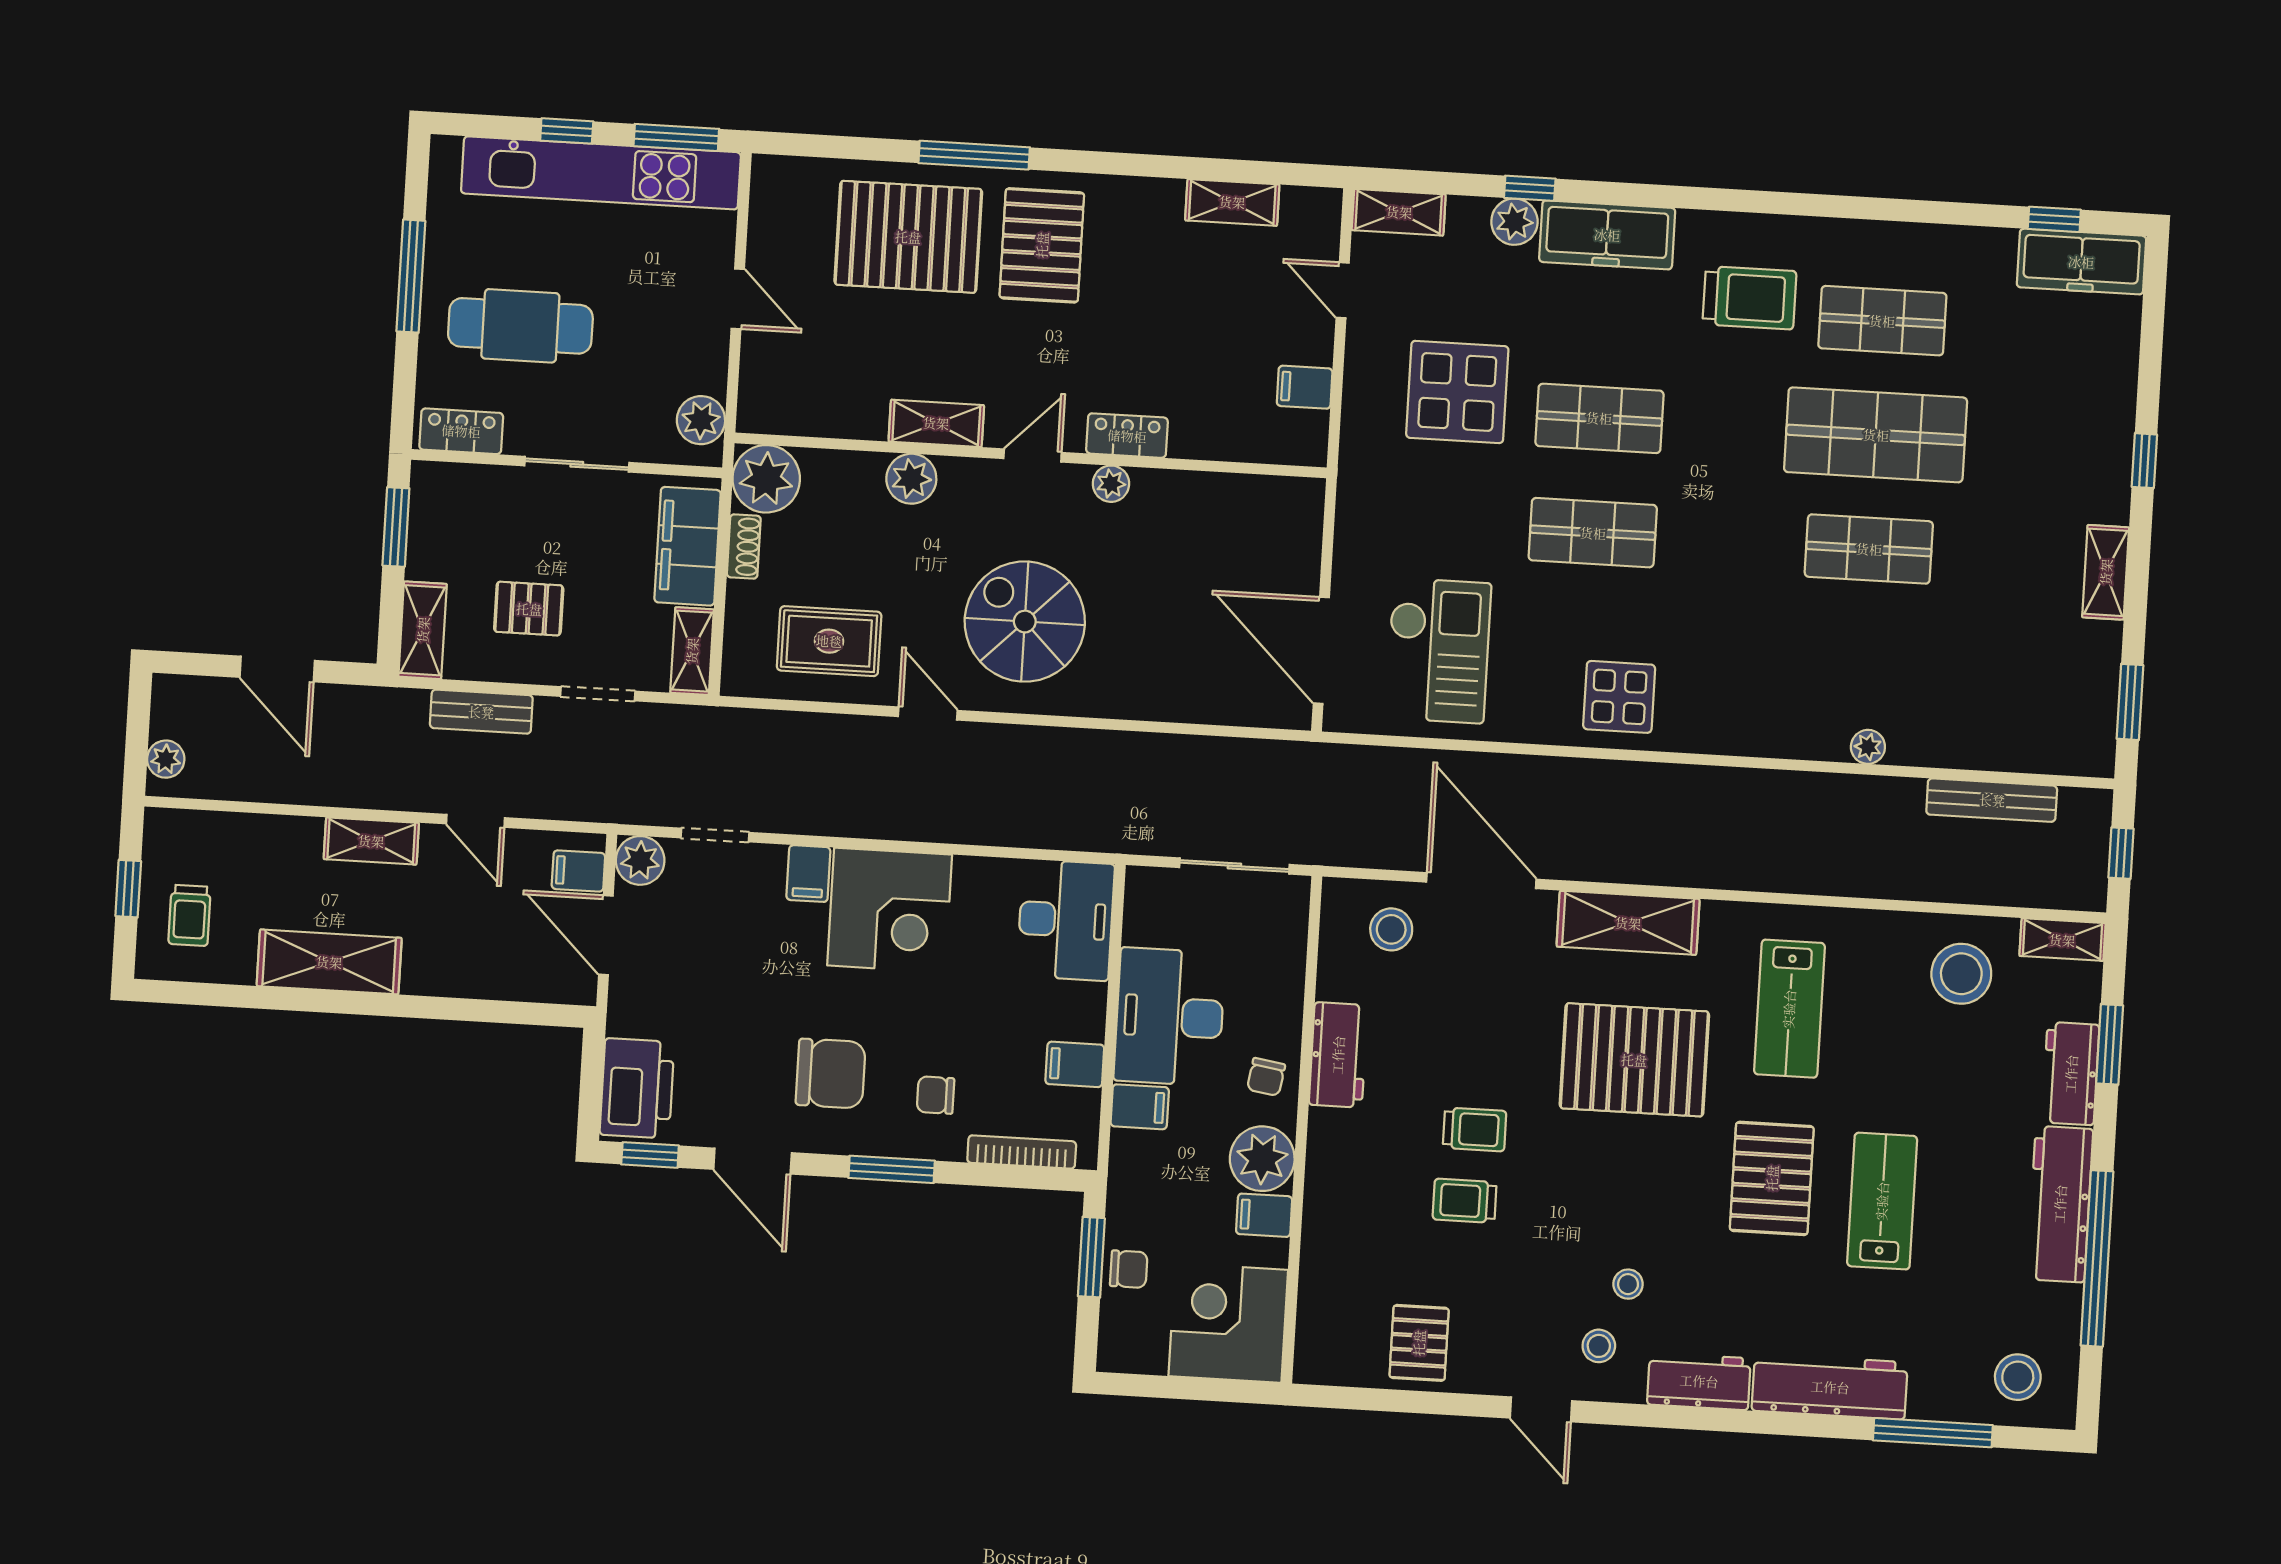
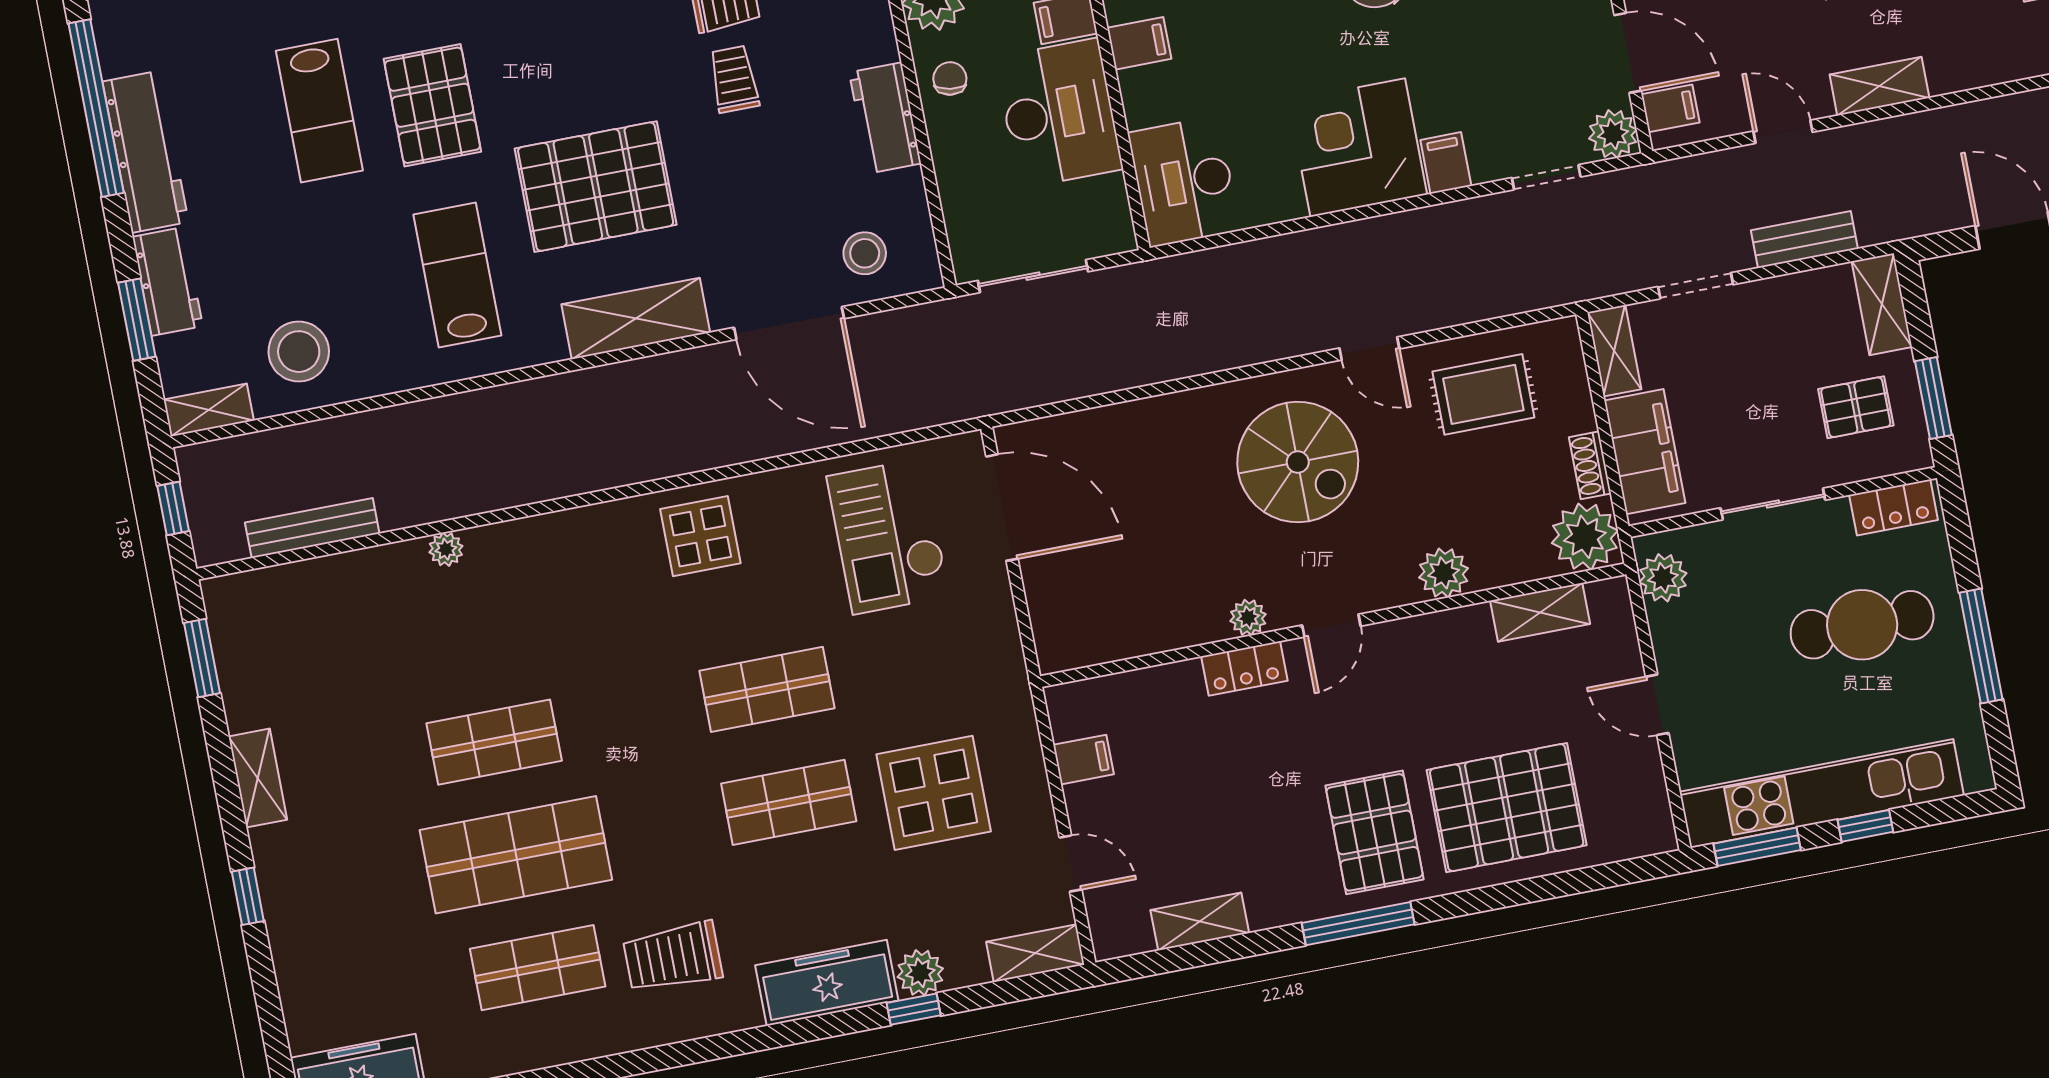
window: (974, 155) -> (1358, 924), moved
shelving: (936, 423) -> (1540, 612), moved
pallet: (529, 609) -> (1856, 407), moved
trolley: (1475, 1129) -> (734, 79), turned 90

